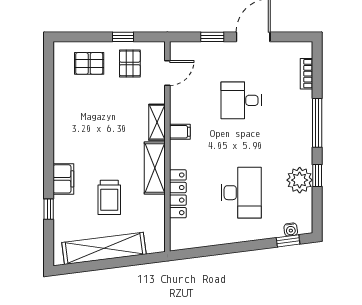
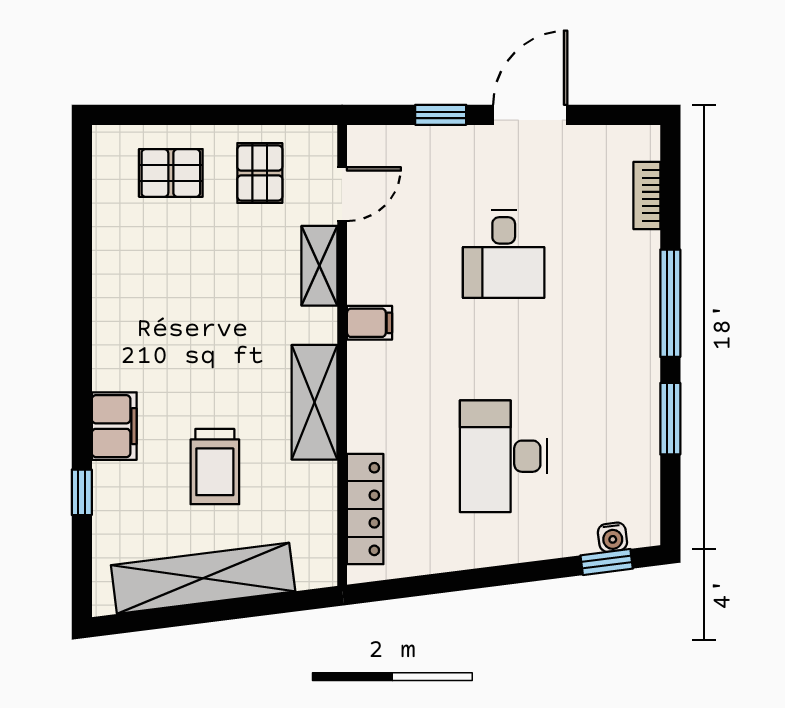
window: (123, 37) -> (245, 115), removed
desk: (241, 100) -> (504, 254), turned -90
shelving: (157, 122) -> (319, 266), moved
window: (317, 176) -> (670, 419), width x1.50
plant: (300, 180) -> (632, 429), removed
desk: (241, 193) -> (504, 456), turned 180
locker: (178, 194) -> (365, 509), moved

